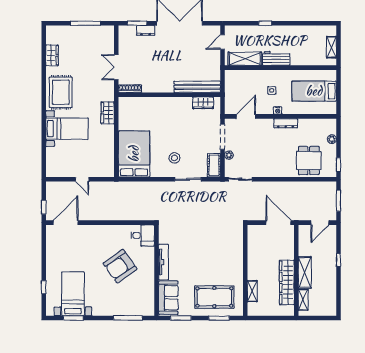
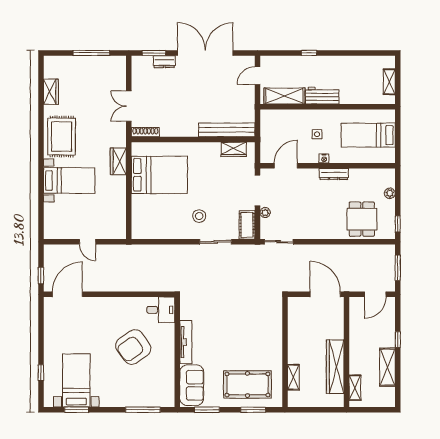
bed: (134, 154) -> (159, 175), moved, turned 90
shelving: (305, 272) -> (387, 367), moved

